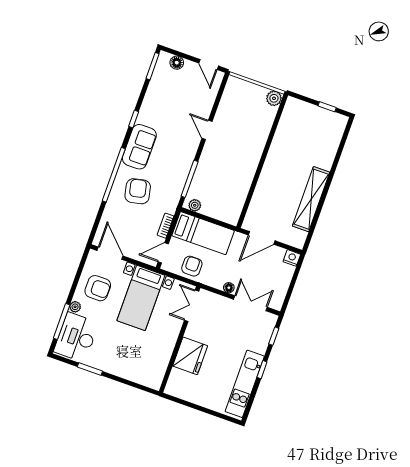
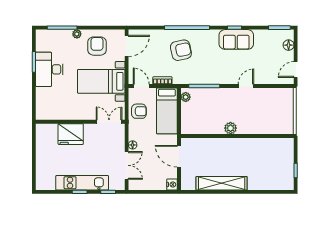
plant: (274, 98) -> (231, 128), moved
sofa: (139, 147) -> (236, 39), moved
armchair: (98, 288) -> (97, 46), turned 180
desk: (76, 337) -> (49, 69), moved, turned -90
kitchen unit: (245, 384) -> (82, 183), moved

